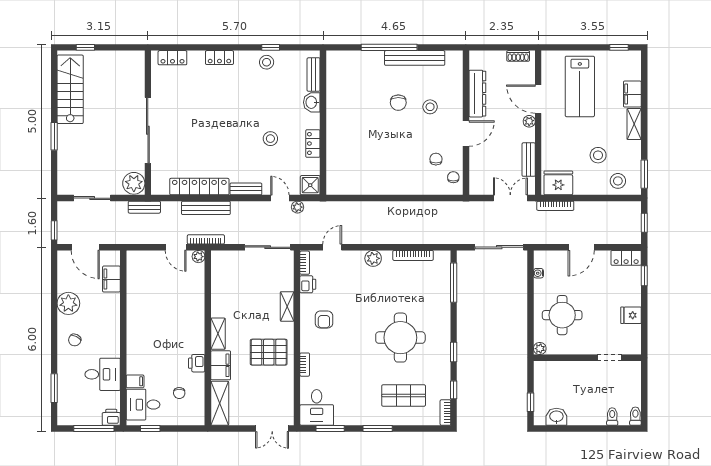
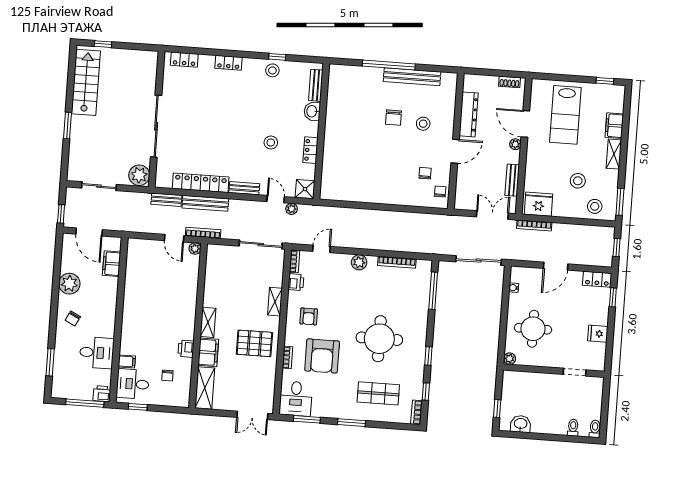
bench: (144, 207) -> (166, 200), moved
armchair: (341, 360) -> (322, 356), added

